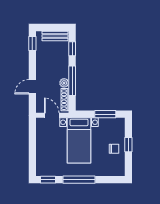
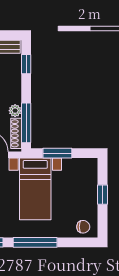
window: (72, 81) -> (26, 123), moved
window: (105, 114) -> (57, 153), moved
chair: (114, 149) -> (83, 227), moved

